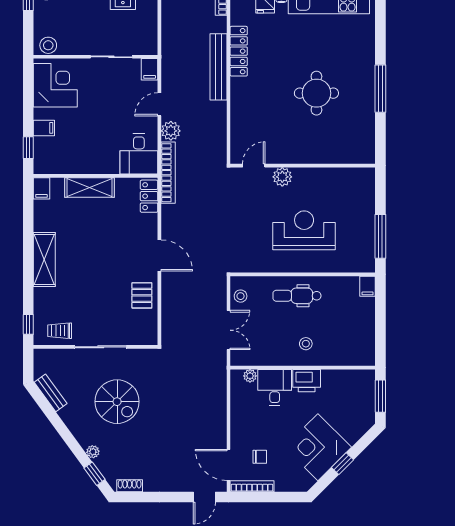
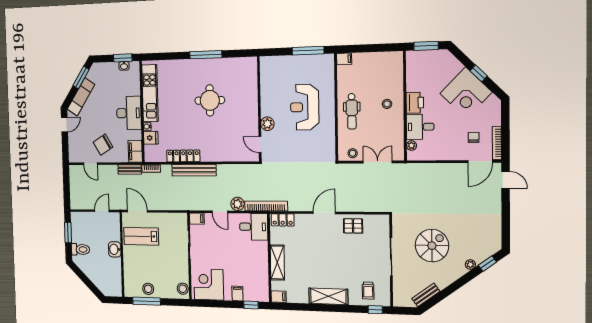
trolley: (60, 331) -> (368, 291), moved
shoe rack: (130, 486) -> (497, 237), removed

